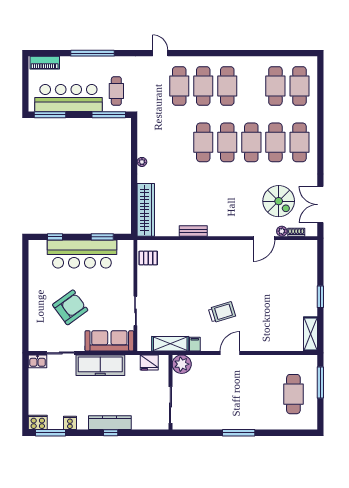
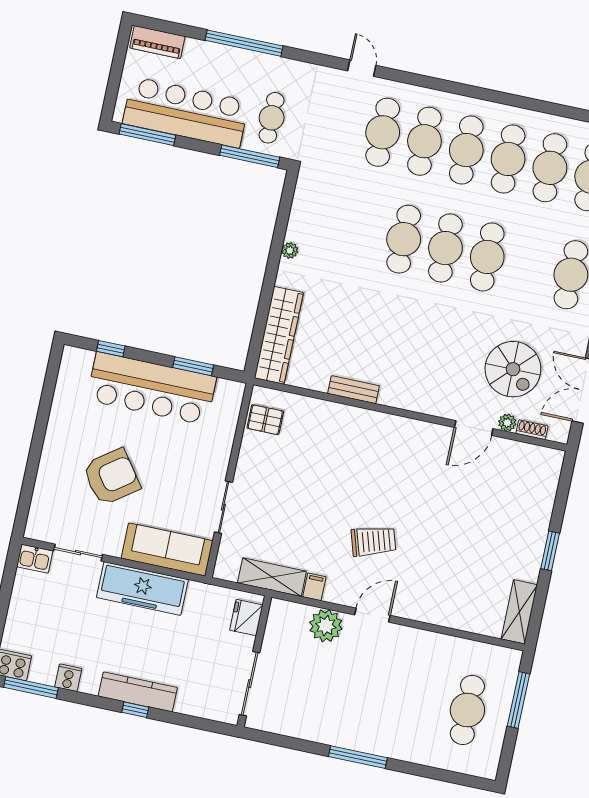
cafe table: (275, 142) -> (508, 159), moved
fridge: (149, 362) -> (246, 618), moved, turned 90
plant: (182, 364) -> (326, 626), moved

